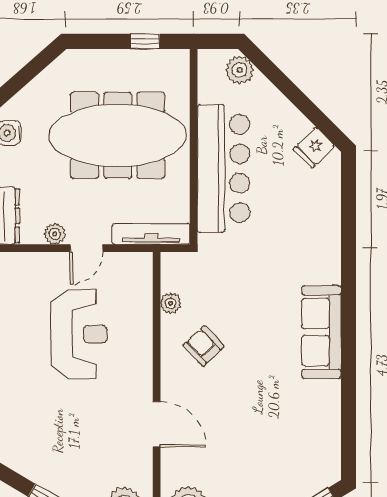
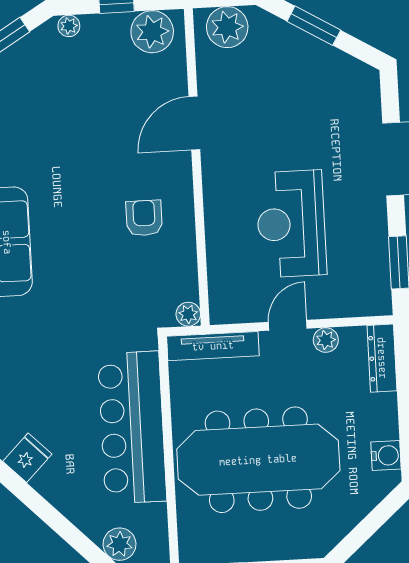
plant: (171, 303) -> (188, 314), moved
armchair: (204, 346) -> (144, 218), turned -137
door: (157, 424) -> (194, 123), hinge flipped

